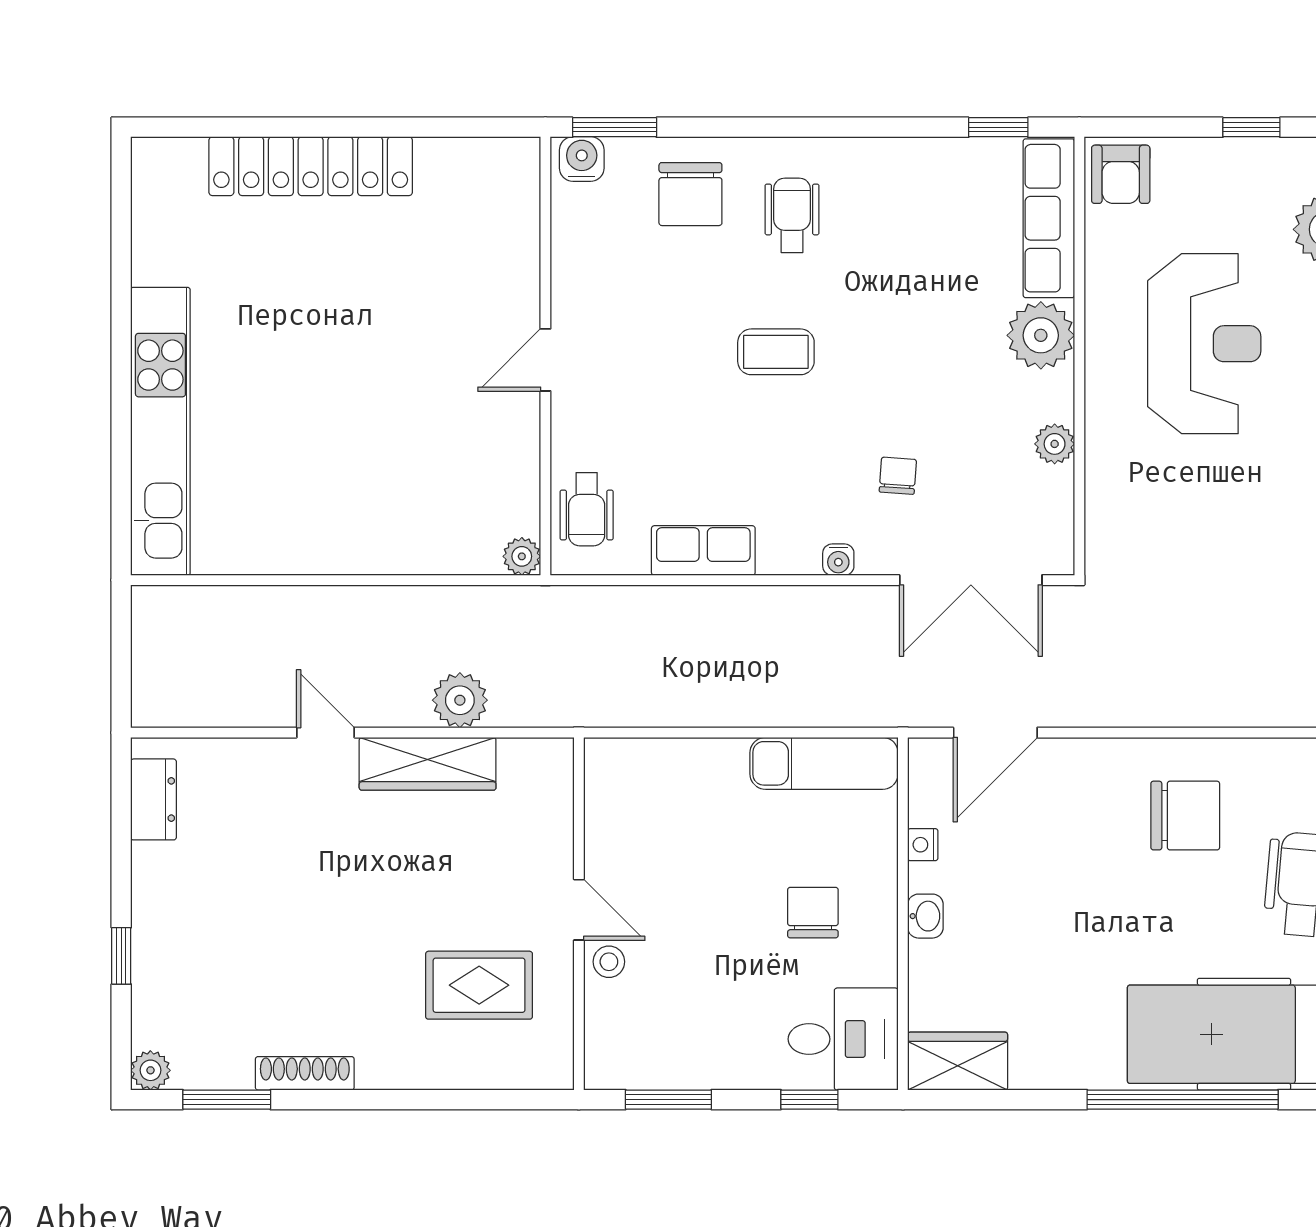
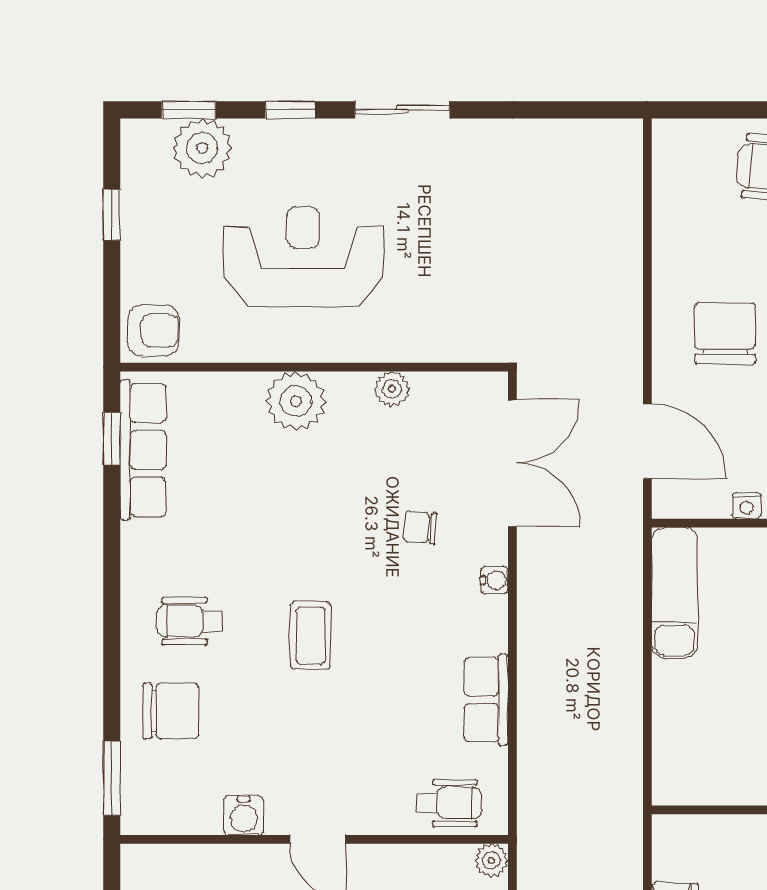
water cooler: (582, 159) -> (244, 815), moved, turned -90
row of seats: (1049, 218) -> (143, 450), moved, turned -90
chair: (1185, 816) -> (725, 333), moved

